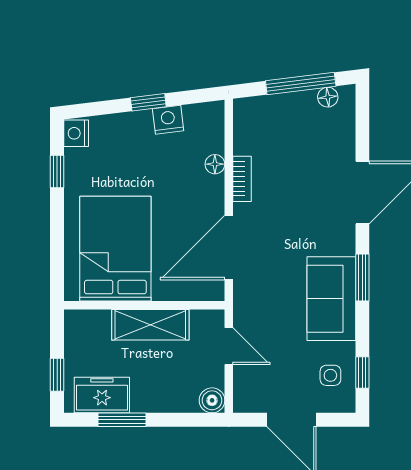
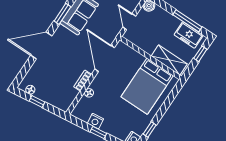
window: (301, 84) -> (37, 102), width x0.46
door: (229, 248) -> (105, 58), swing flipped
shelving: (150, 325) -> (169, 60), moved
window: (122, 420) -> (187, 21), width x1.44

